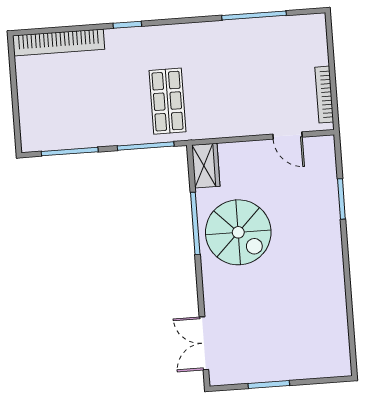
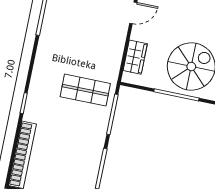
wardrobe: (206, 166) -> (135, 57), moved, turned 90

